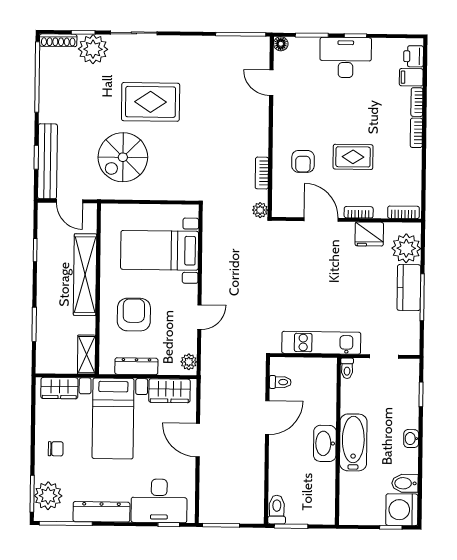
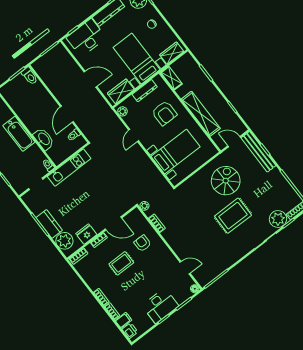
washbasin: (325, 443) -> (44, 139), moved

